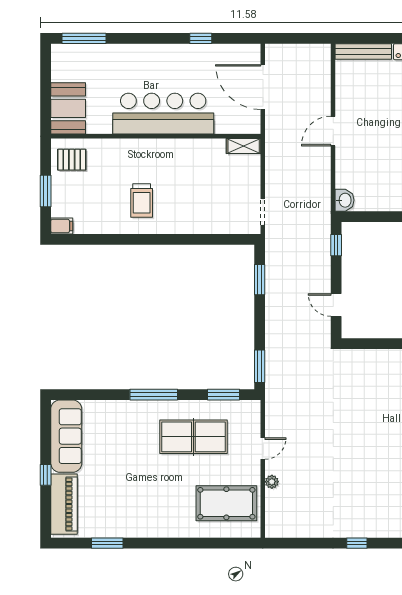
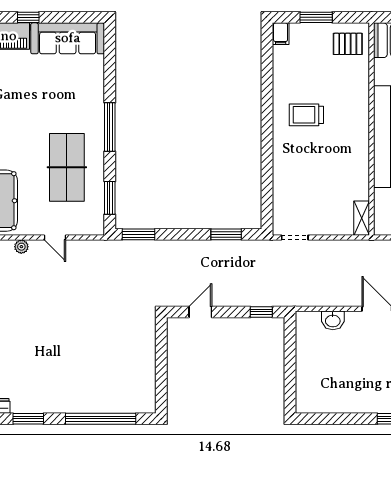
pallet: (72, 160) -> (348, 44), turned 90
washbasin: (345, 200) -> (333, 320), moved

